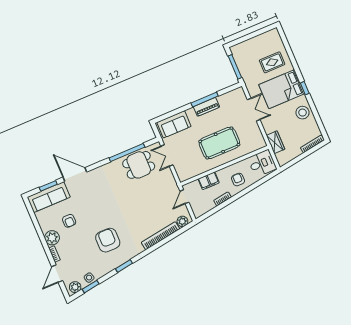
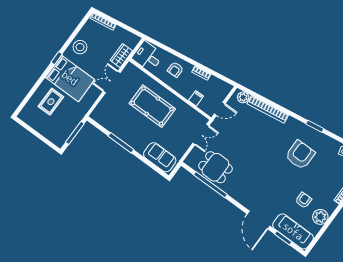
rug: (272, 62) -> (51, 102), turned 90
piano: (207, 107) -> (126, 137), removed
double door: (254, 110) -> (112, 82), moved
double door: (167, 156) -> (201, 134), moved
filing cabinet: (209, 181) -> (196, 98), width x0.50
plant: (52, 238) -> (320, 217), moved
armchair: (108, 240) -> (300, 155), turned 180

